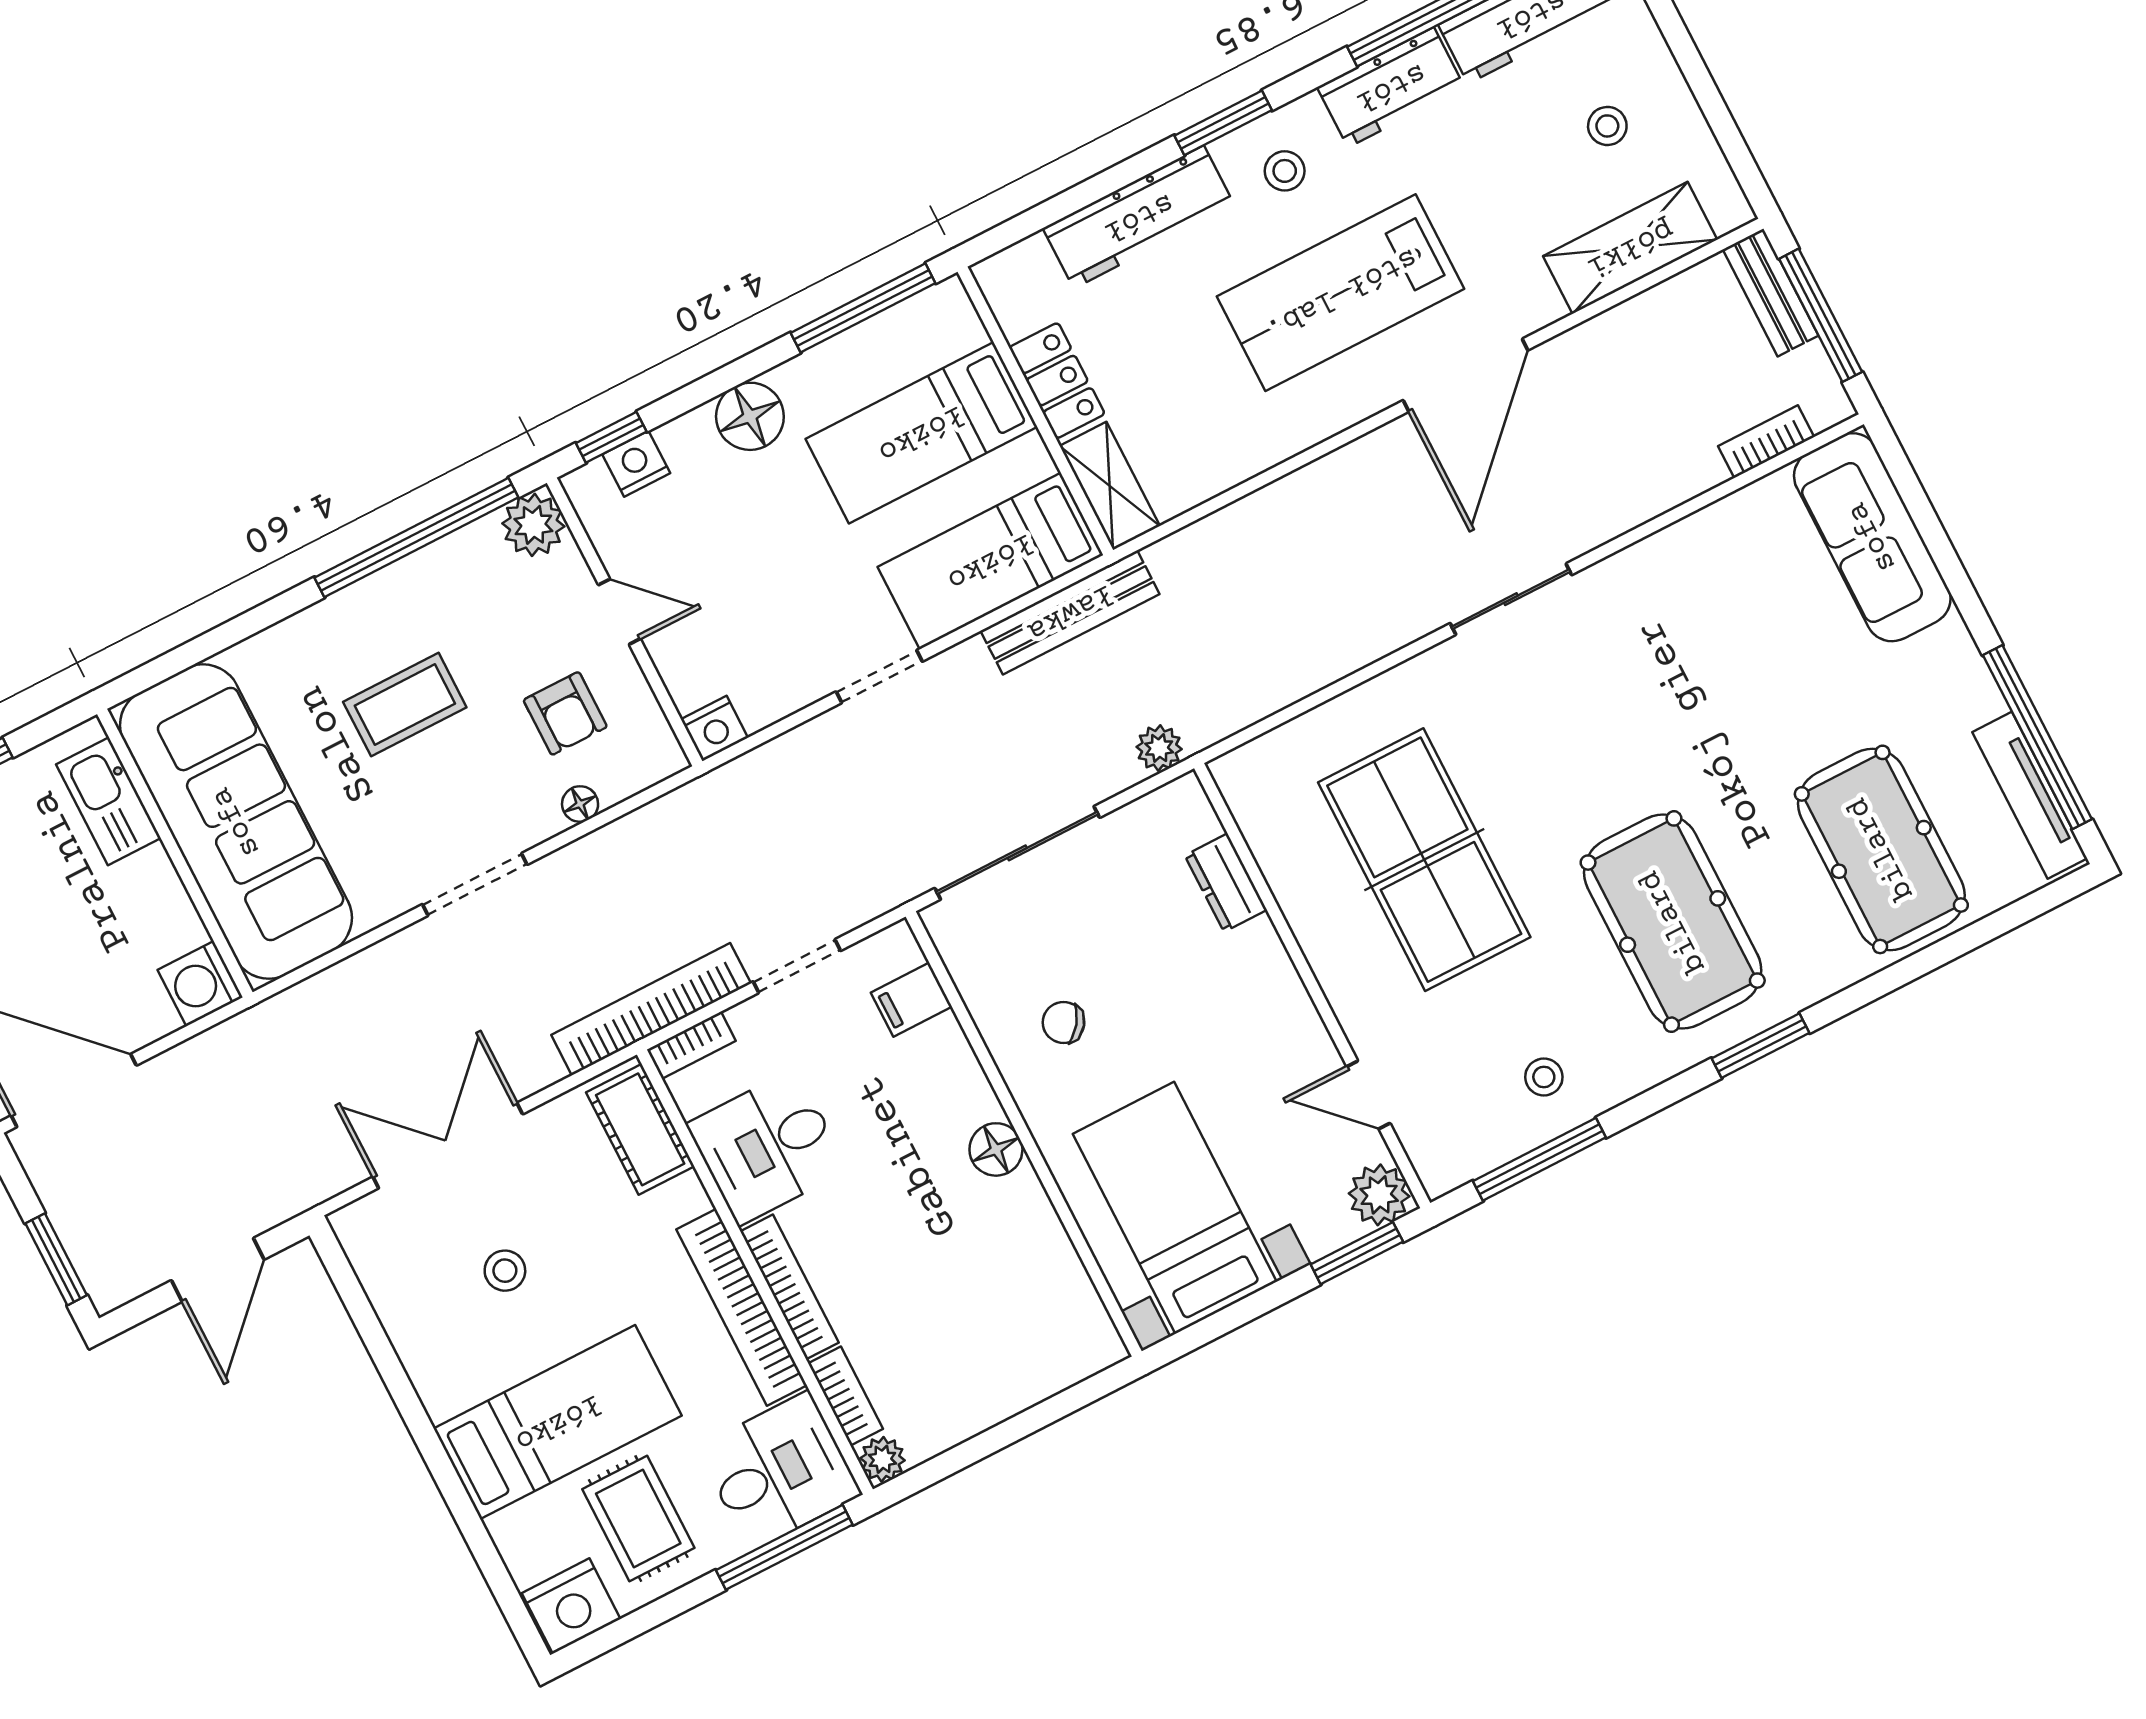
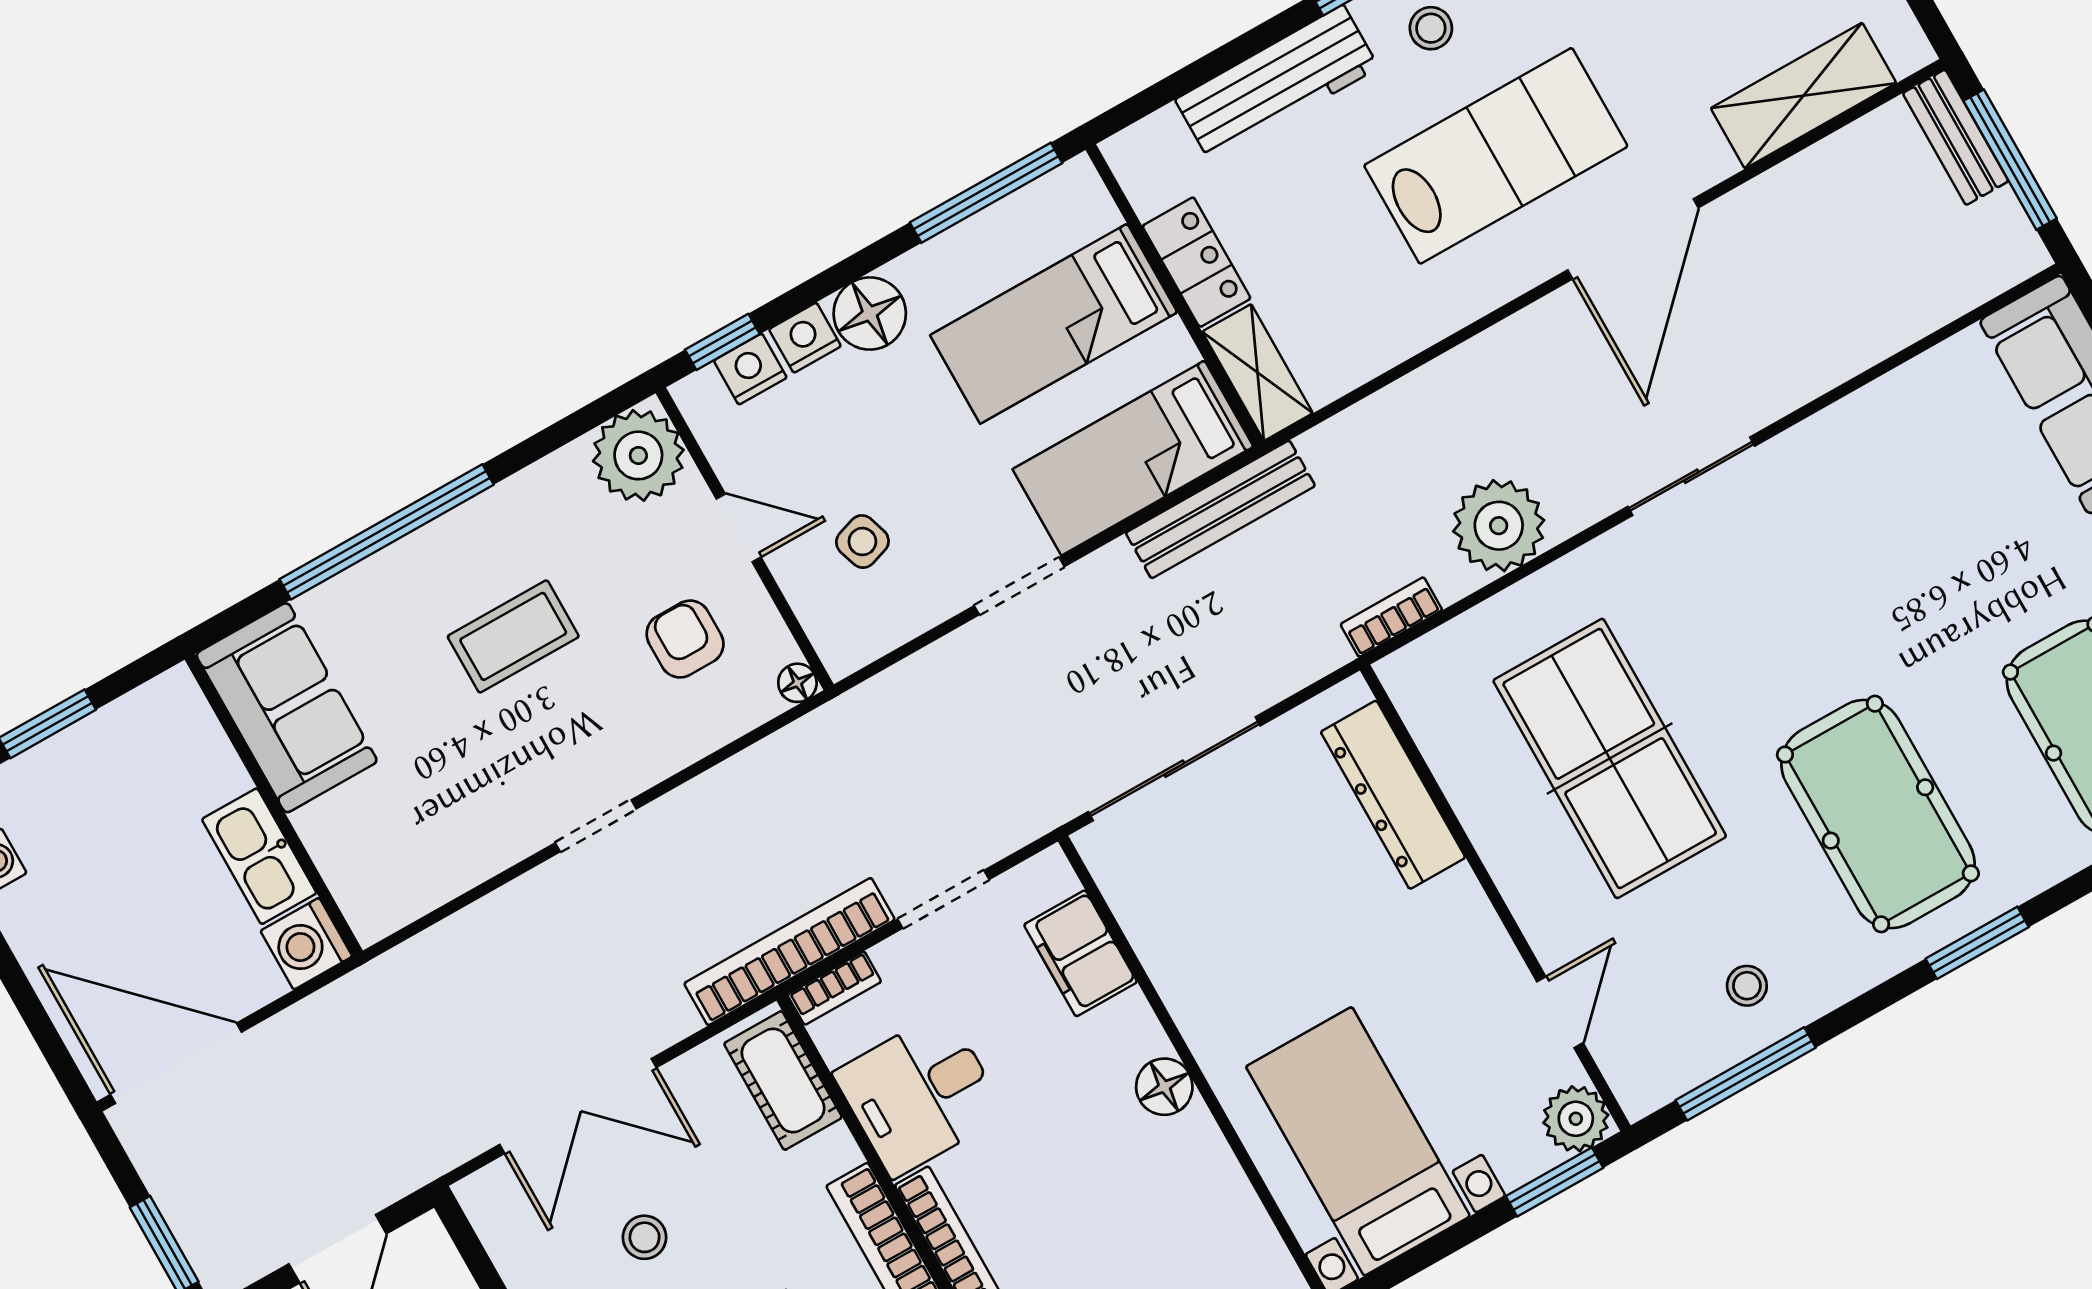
lab bench: (1341, 293) -> (1496, 156), turned 180
bookcase: (1766, 442) -> (1391, 617), moved
plant: (533, 525) -> (638, 455), width x1.36, depth x1.36
window: (416, 537) -> (387, 532), moved
side table: (735, 629) -> (862, 542), added
armchair: (565, 713) -> (685, 639), turned 180
nightstand: (715, 728) -> (805, 338), moved, turned 180
plant: (1159, 748) -> (1499, 526), moved, width x1.87, depth x1.87
kitchen sink: (108, 801) -> (259, 856), moved
floor lamp: (580, 804) -> (797, 683), moved
sofa: (236, 822) -> (287, 708), width x0.54, depth x0.79
dresser: (1226, 883) -> (1393, 795), width x1.96, depth x1.24
doorway: (475, 884) -> (596, 826), width x0.73
filing cabinet: (911, 1000) -> (1080, 953), width x2.00
chair: (1064, 1022) -> (1231, 948), removed
door: (1368, 1095) -> (1560, 1012), swing flipped
double door: (448, 1146) -> (578, 1106), swing flipped

